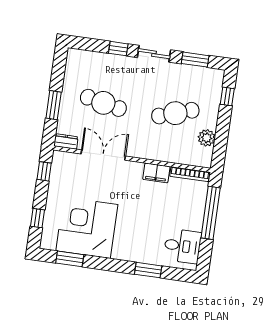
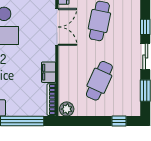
cafe table: (175, 113) -> (99, 81), turned 42
plant: (207, 138) -> (67, 109), moved

